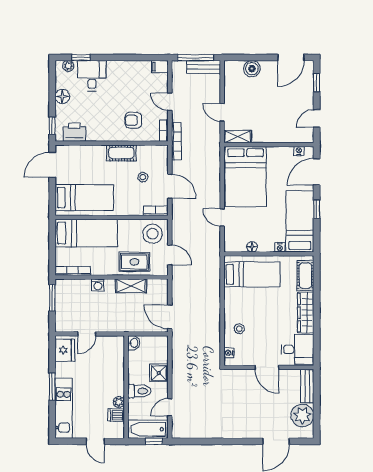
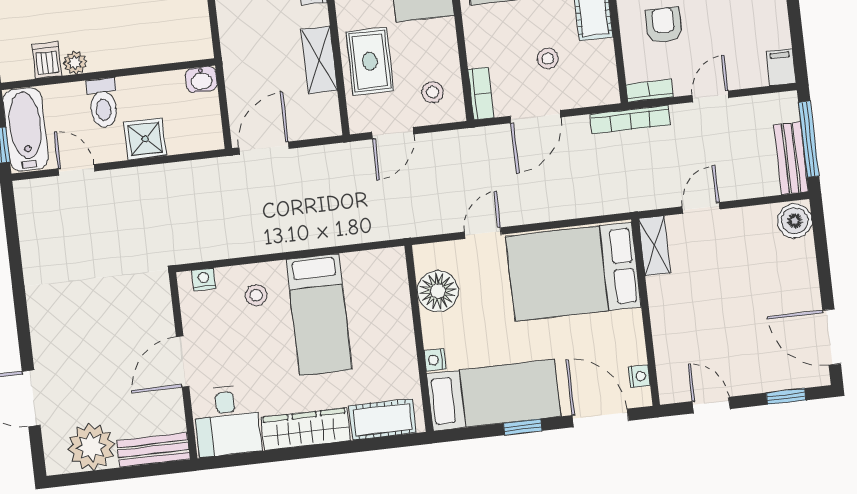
boiler: (252, 69) -> (795, 221), moved
stool: (152, 234) -> (433, 92), width x0.53, depth x0.53
floor lamp: (252, 247) -> (438, 291), width x1.89, depth x1.89
bed: (252, 274) -> (319, 315), moved

